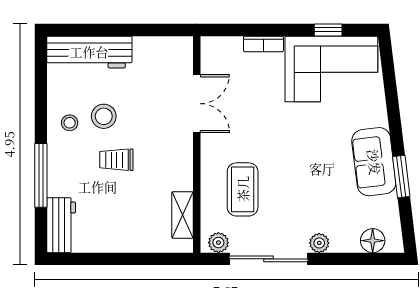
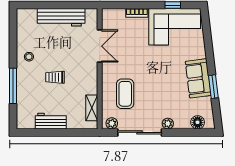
workbench: (89, 52) -> (61, 17), moved
stool: (104, 116) -> (48, 53), removed
workbench: (61, 225) -> (51, 121), moved, turned -90

